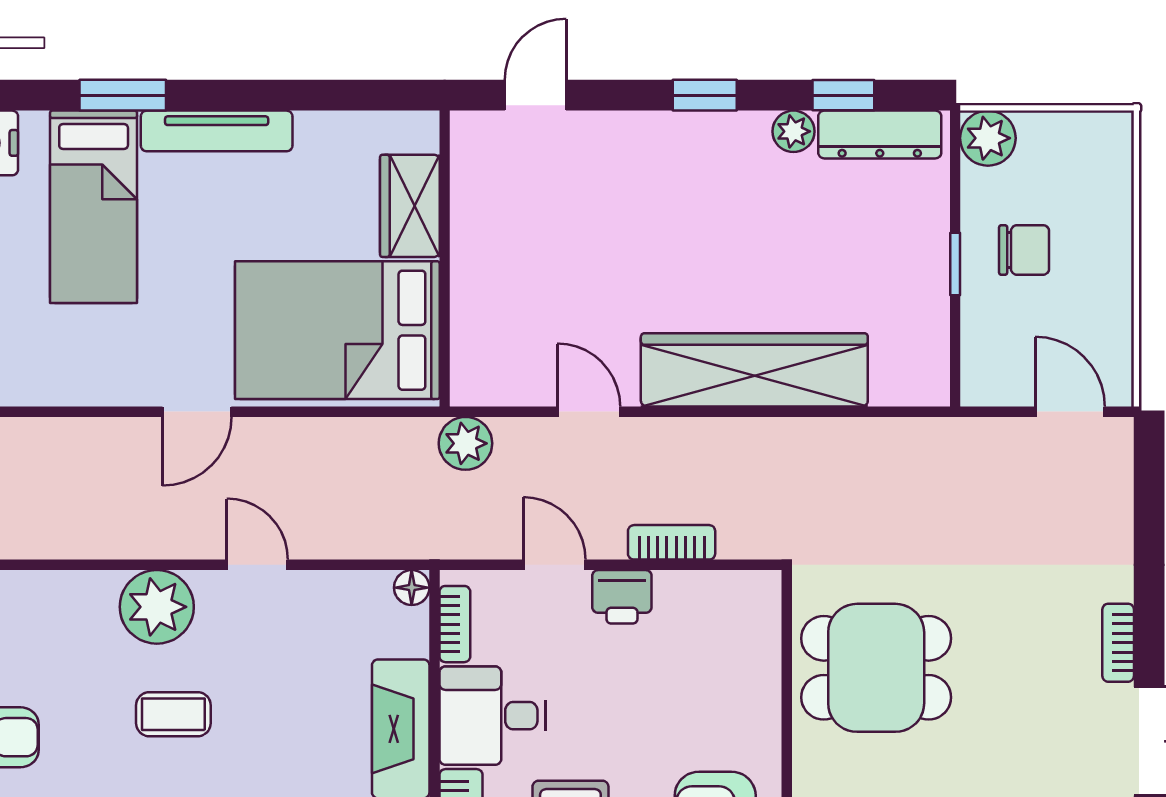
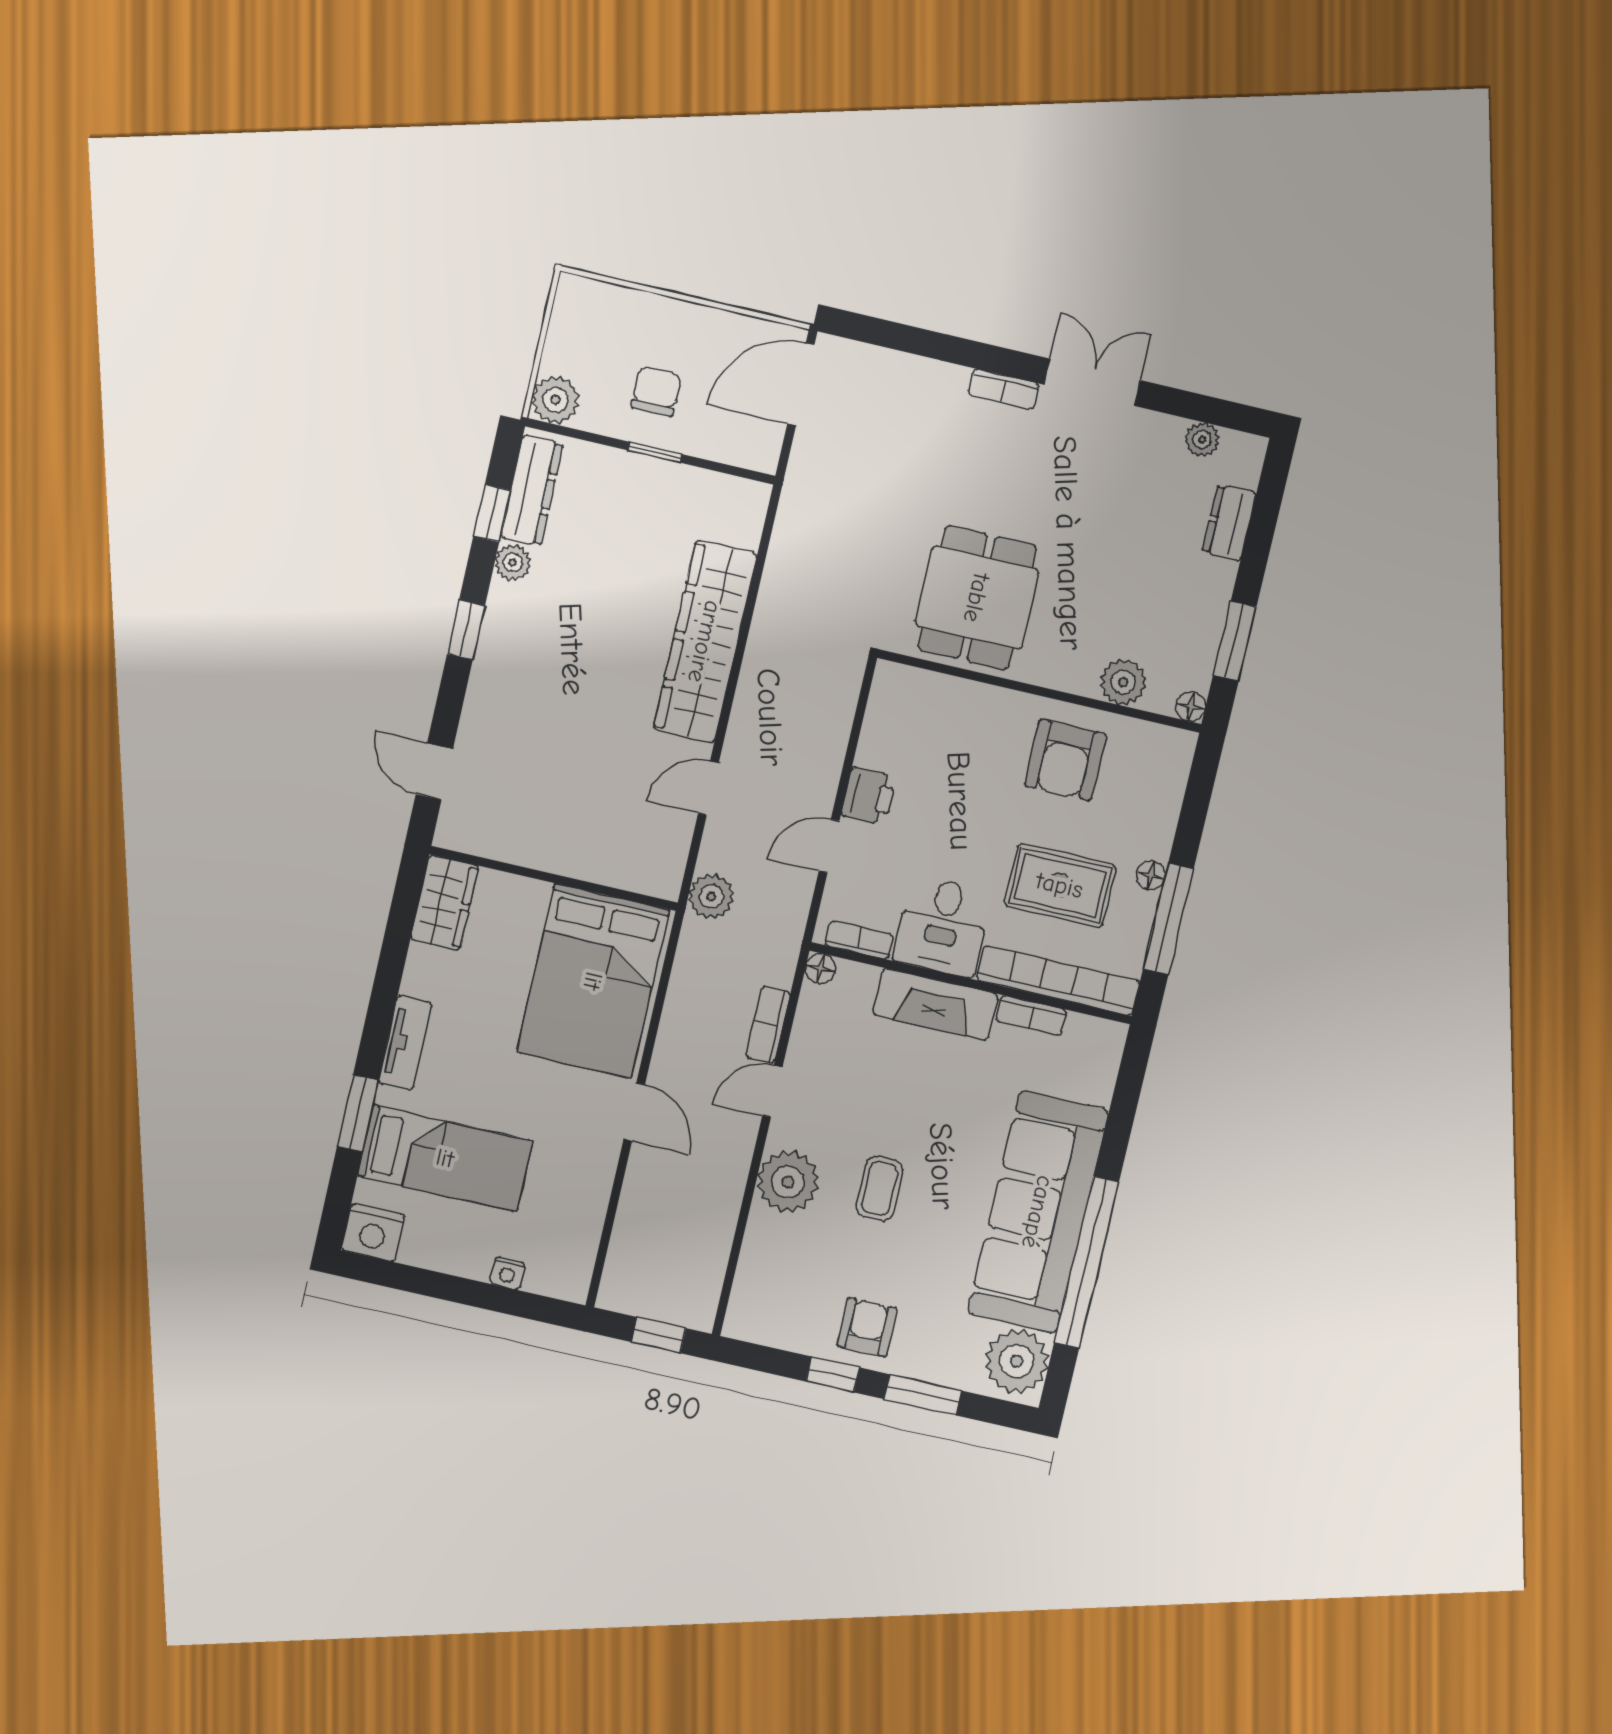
tv unit: (217, 131) -> (405, 1043), width x0.71
wardrobe: (410, 206) -> (445, 903), moved, turned -90
door: (1070, 412) -> (801, 384), width x1.38
bookcase: (672, 542) -> (768, 1024), moved

